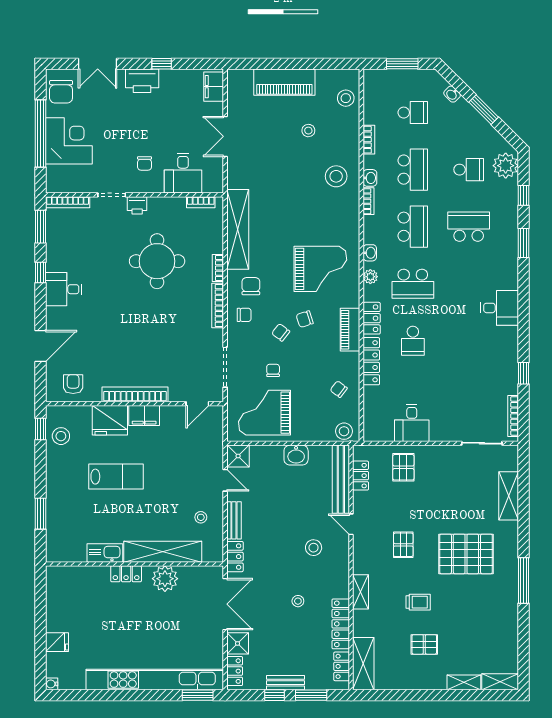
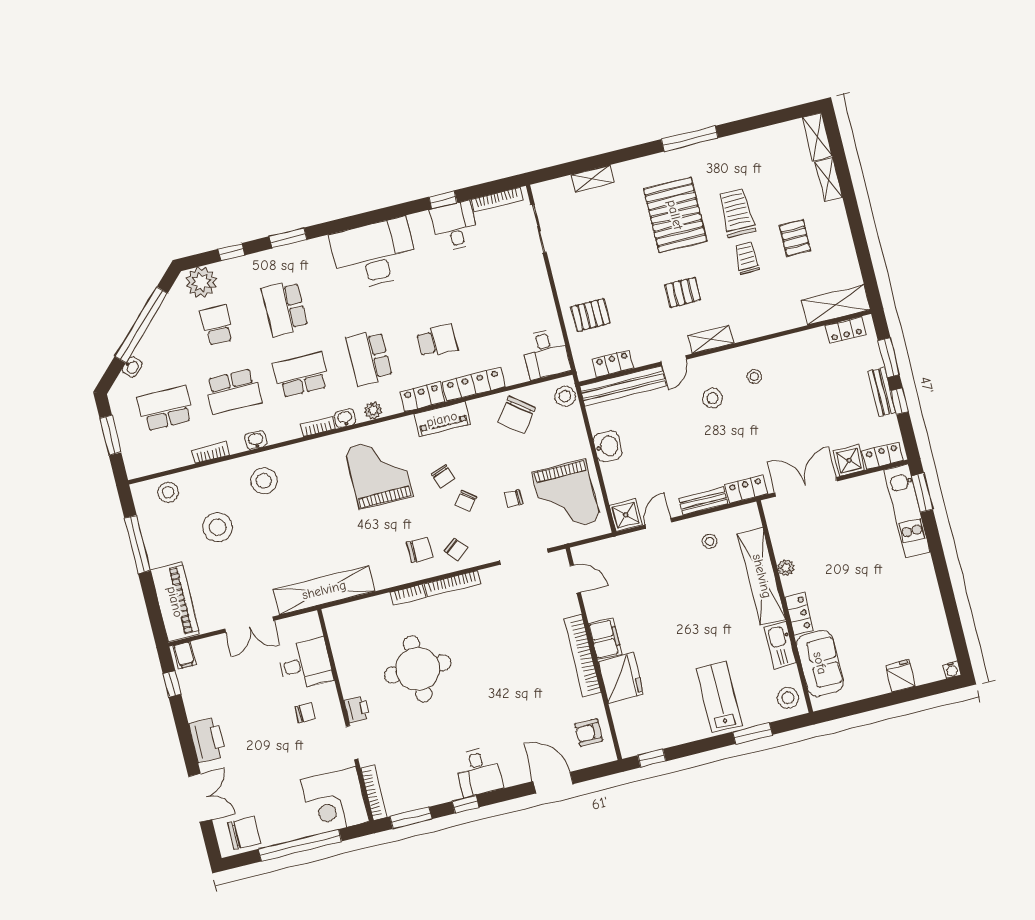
window: (162, 64) -> (172, 684), moved
window: (311, 64) -> (137, 544), added
piano: (284, 82) -> (175, 602), moved
filing cabinet: (214, 87) -> (184, 655), width x0.50
window: (484, 110) -> (141, 325), width x2.11
school desk: (413, 113) -> (165, 408), width x1.85
stool: (308, 131) -> (218, 527), width x1.89, depth x1.89
corner desk: (69, 141) -> (335, 801), moved, turned -90
school desk: (413, 170) -> (233, 391), turned 180
bookcase: (368, 201) -> (318, 427), moved
bookcase: (201, 202) -> (335, 634), removed
shelving: (238, 229) -> (324, 590), moved
school desk: (413, 284) -> (369, 358), turned 180
chair: (251, 286) -> (420, 550), turned 180
desk: (500, 308) -> (374, 254), width x1.87, depth x1.30
chair: (244, 315) -> (456, 549), turned 141
desk: (500, 377) -> (455, 226), added
chair: (339, 389) -> (516, 415), width x1.87, depth x1.87
desk: (412, 423) -> (546, 354), moved, turned 90
stool: (61, 436) -> (788, 698), moved
lab bench: (116, 477) -> (719, 697), moved
shelving: (509, 496) -> (593, 178), width x0.67, depth x0.75
plant: (165, 579) -> (786, 568), width x0.53, depth x0.53
sofa: (83, 581) -> (820, 663), added
shelving: (361, 592) -> (711, 339), moved
stool: (298, 601) -> (754, 376), moved
trolley: (455, 603) -> (737, 213), added
locker: (341, 624) -> (795, 343), removed
kitchen unit: (155, 680) -> (907, 511), width x0.54

